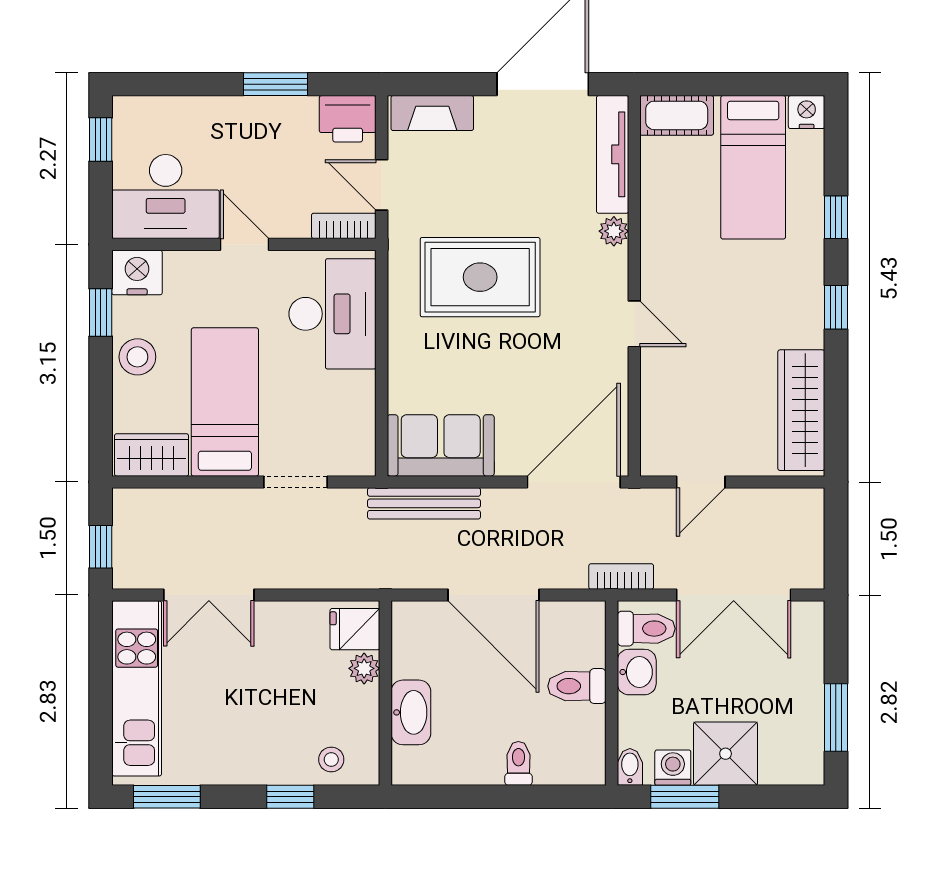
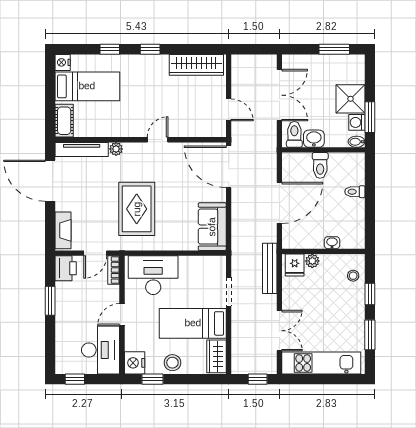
bench: (424, 503) -> (270, 268), moved
bookcase: (621, 577) -> (271, 146), removed
washbasin: (411, 712) -> (332, 243), width x0.52, depth x0.69
window: (167, 797) -> (370, 335), moved

